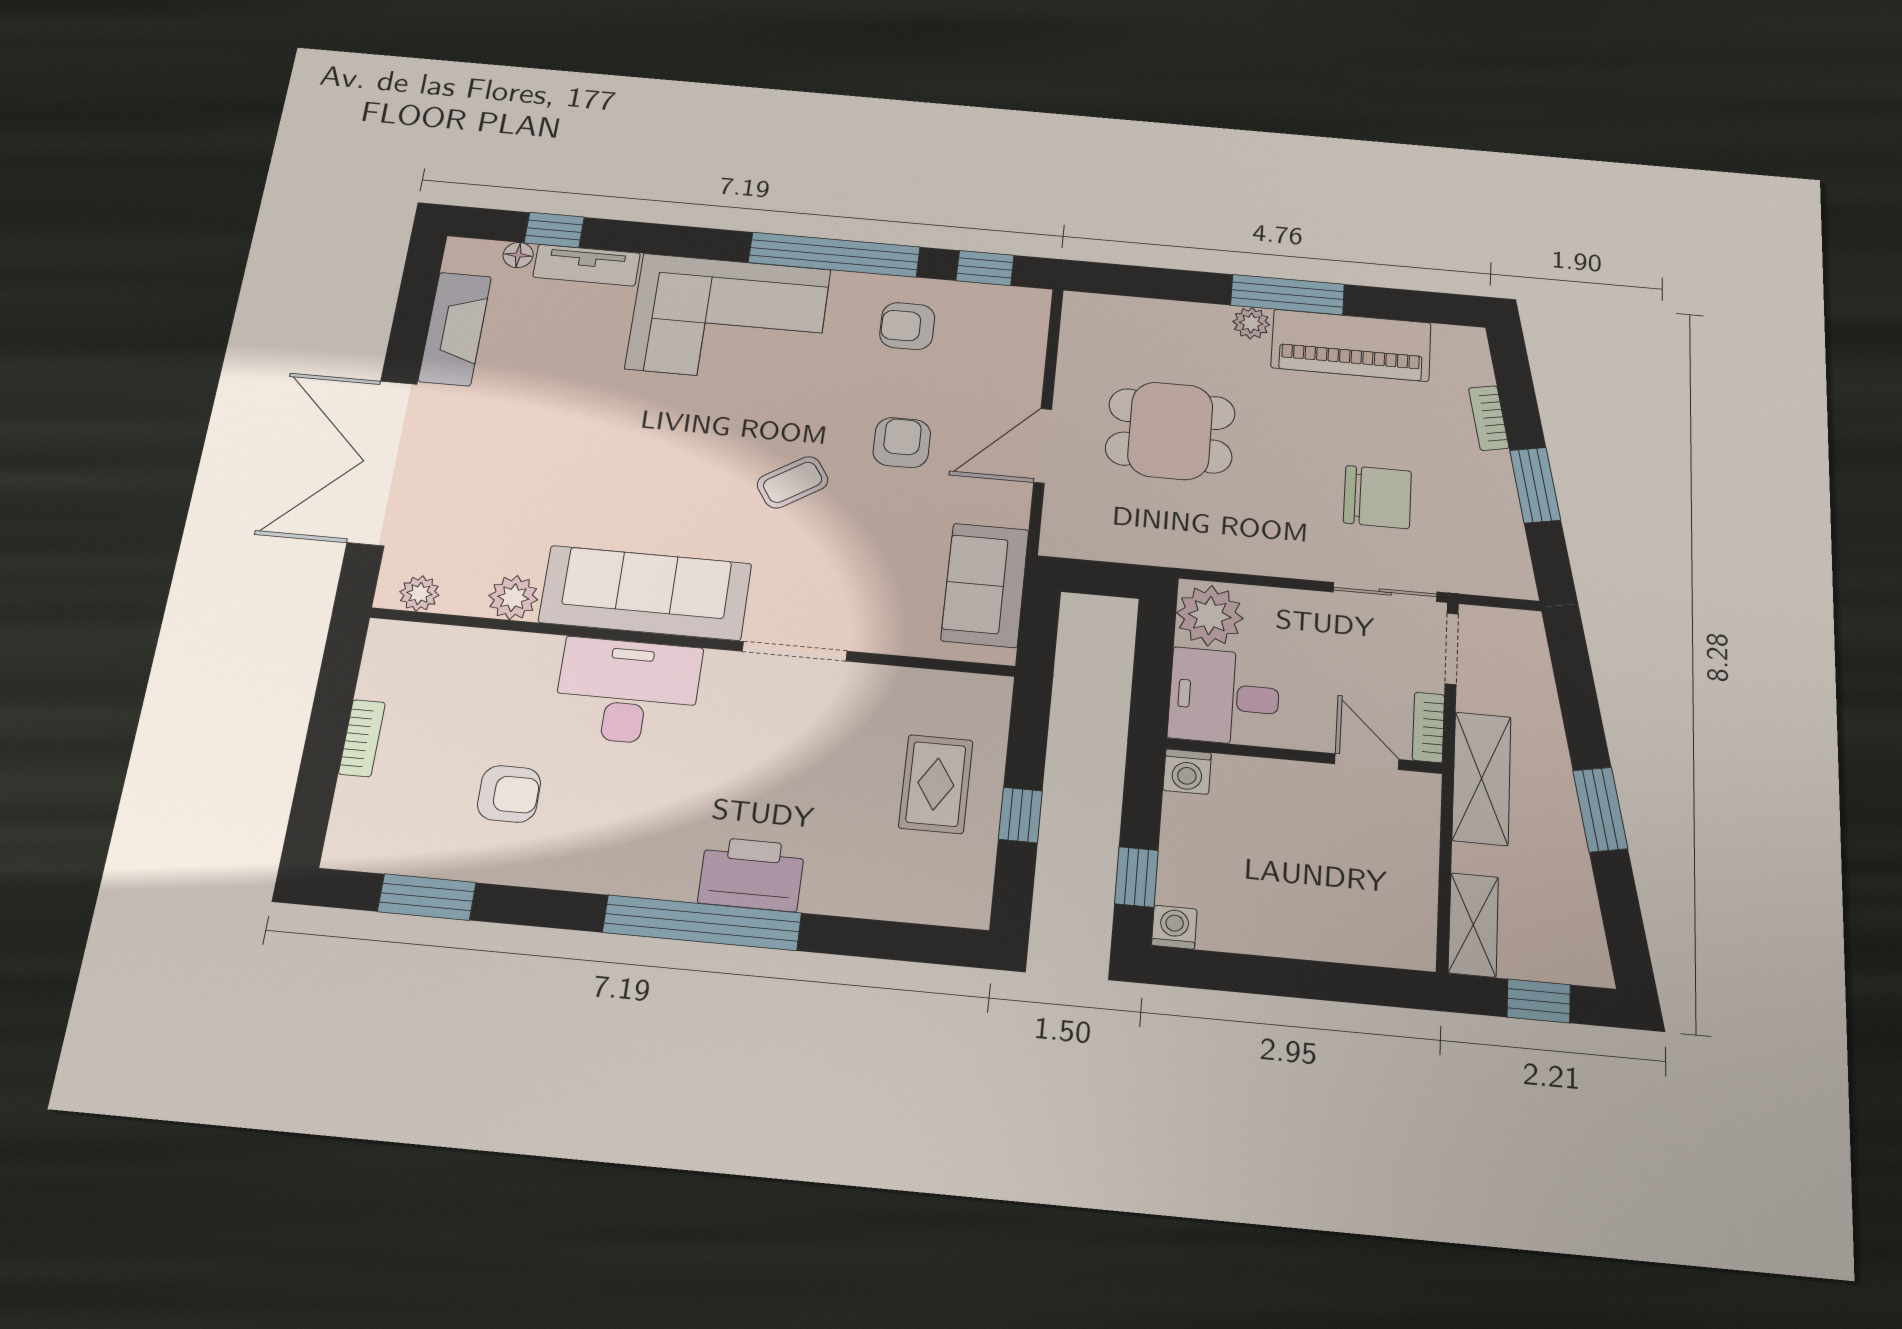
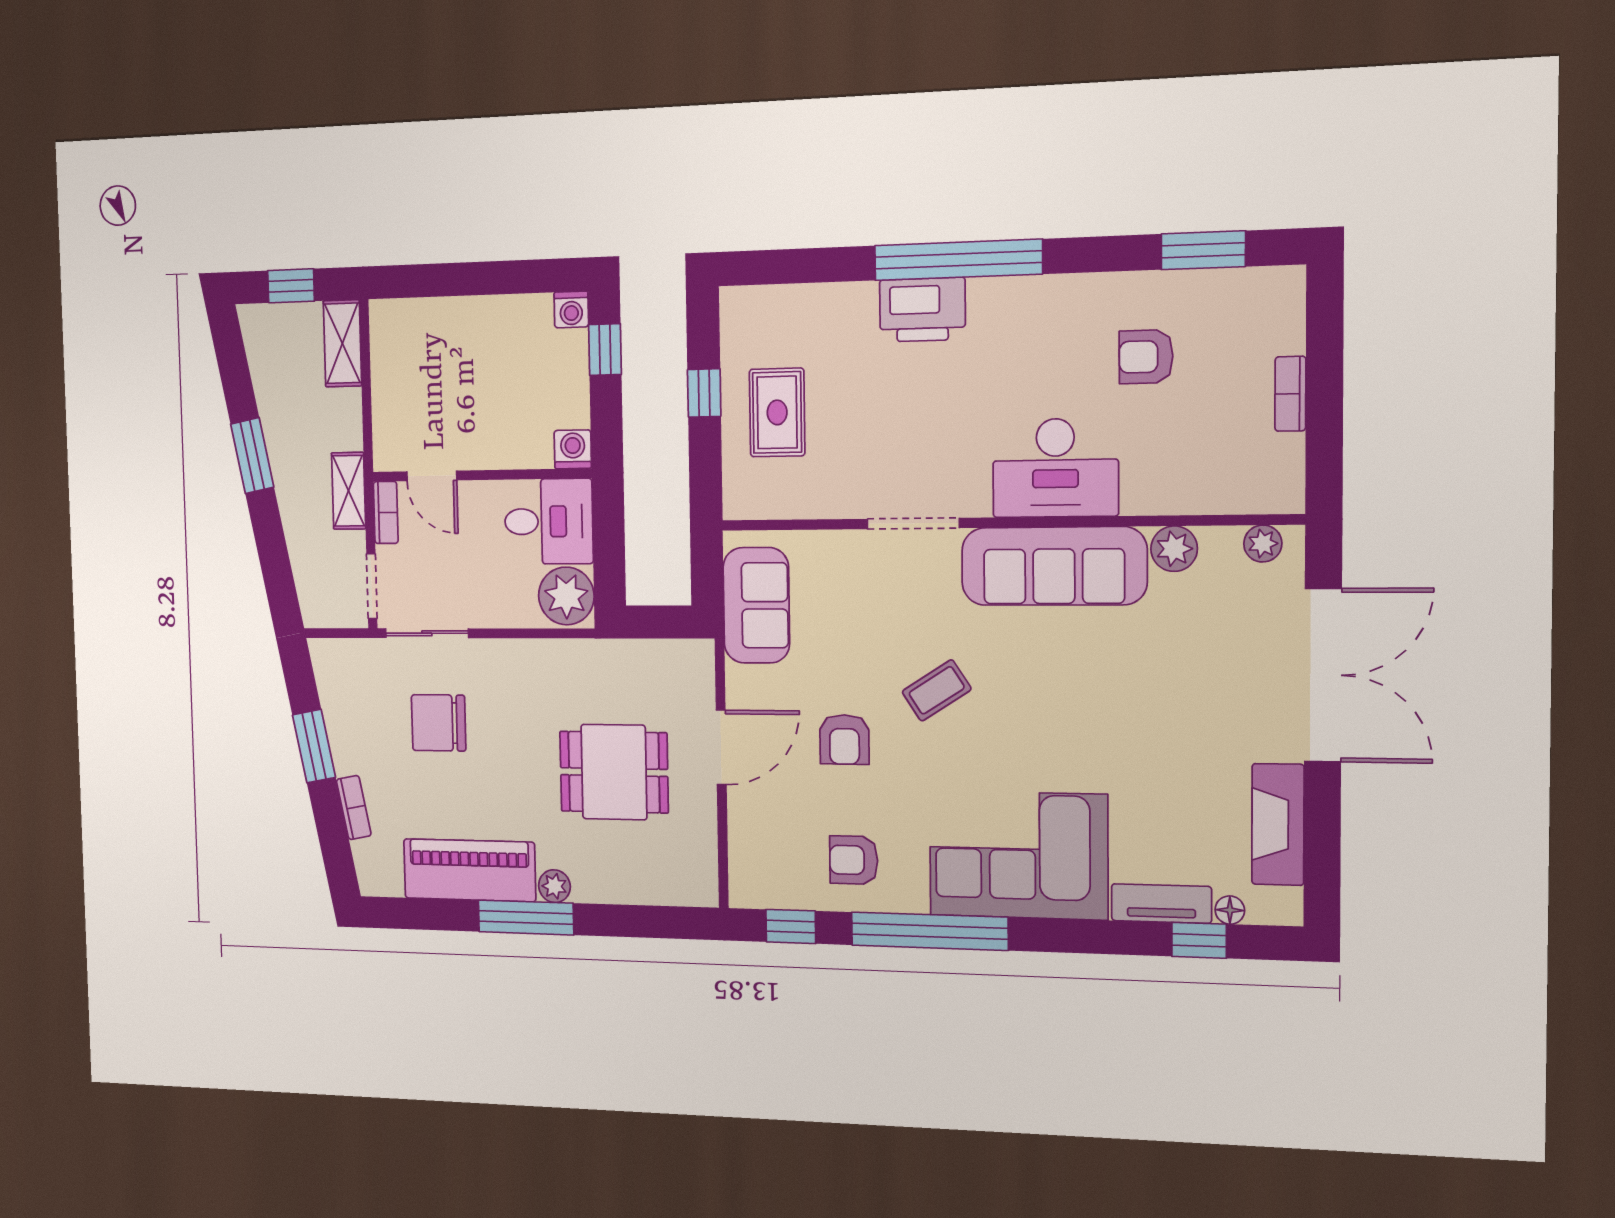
armchair: (907, 326) -> (854, 860), turned 180
shelving: (1482, 778) -> (349, 491), width x0.67, depth x0.75

